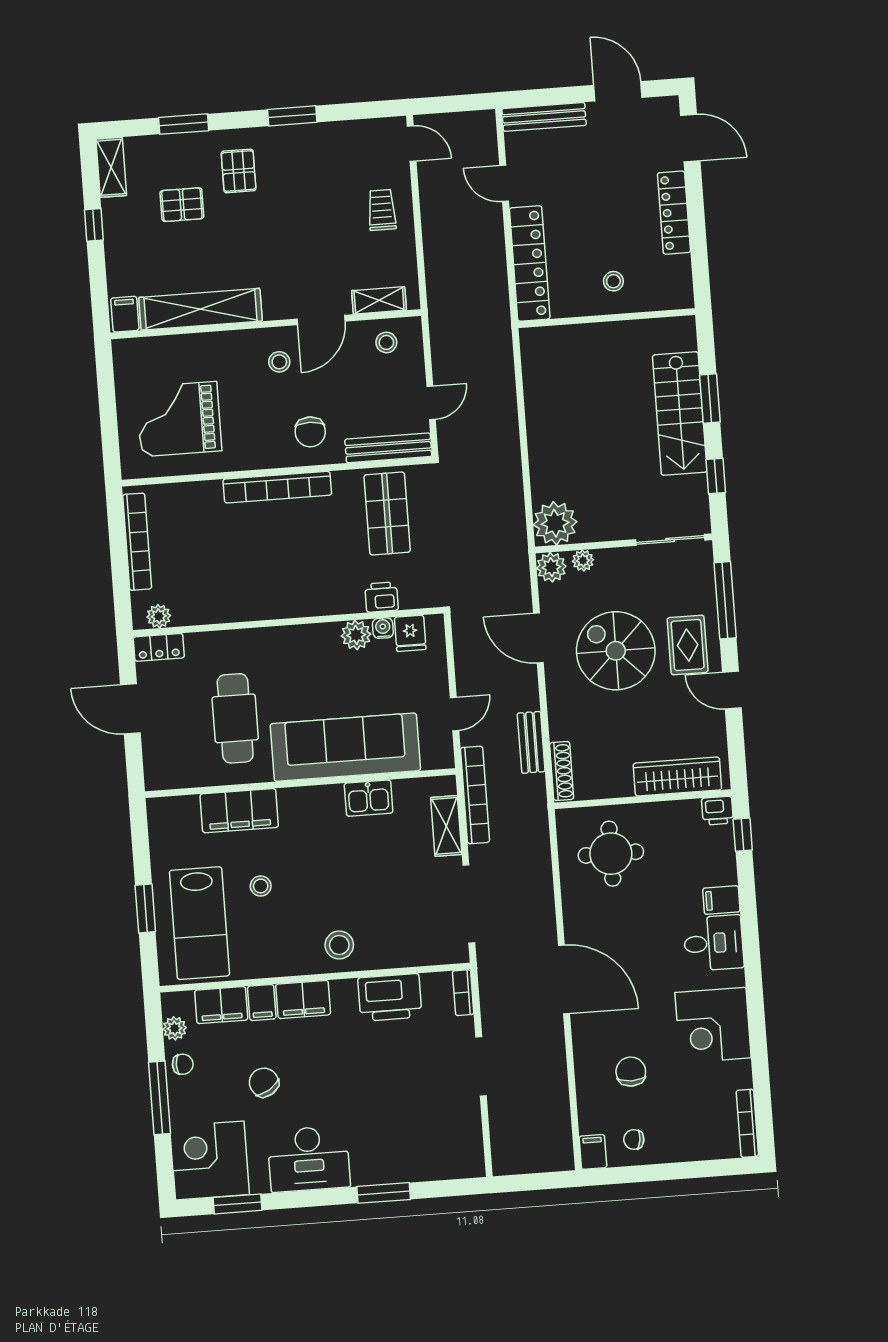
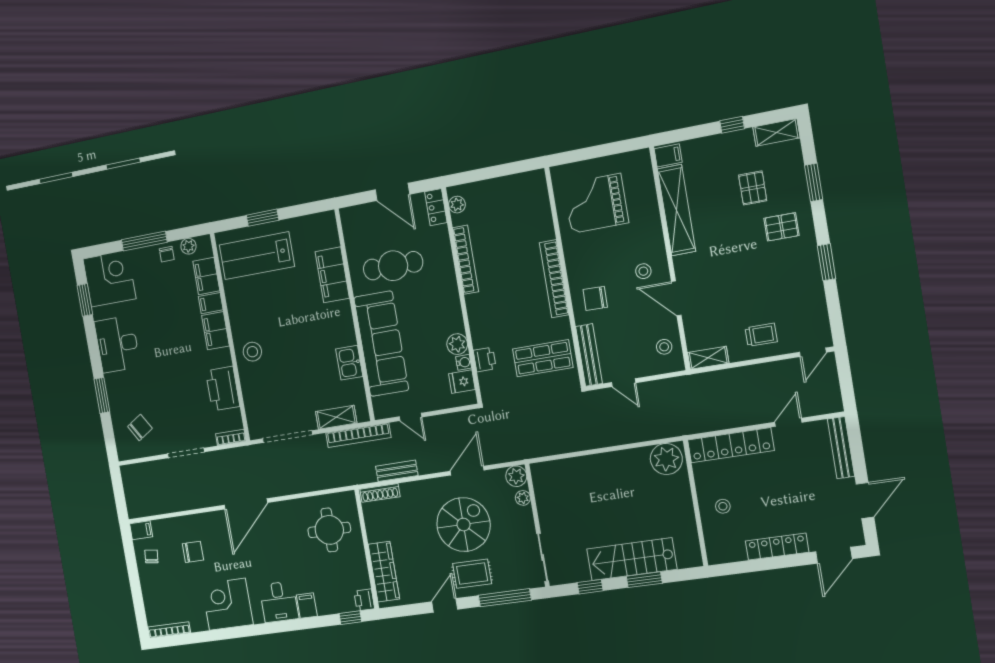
shelving: (379, 300) -> (708, 358), moved, turned 90
grand piano: (179, 419) -> (596, 203), turned -90
plant: (555, 523) -> (666, 459), moved
bookcase: (137, 542) -> (466, 260), moved, turned -90
door: (130, 709) -> (392, 192), swing flipped
stool: (261, 886) -> (285, 295), removed
chair: (264, 1082) -> (140, 427), moved

